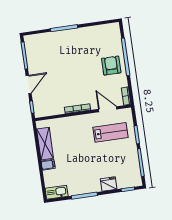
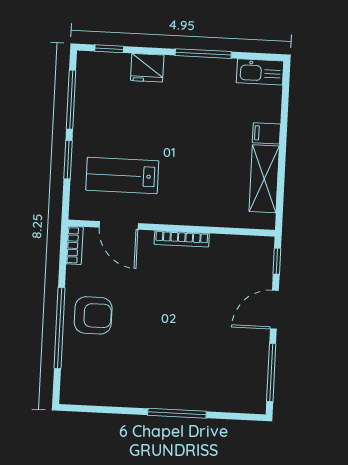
armchair: (111, 66) -> (93, 315), turned -90

